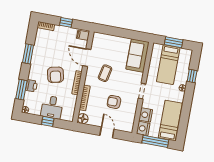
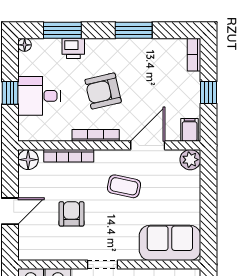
plant: (98, 38) -> (190, 160), added

